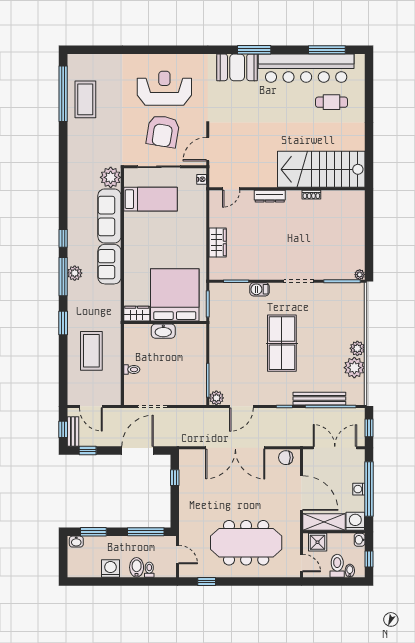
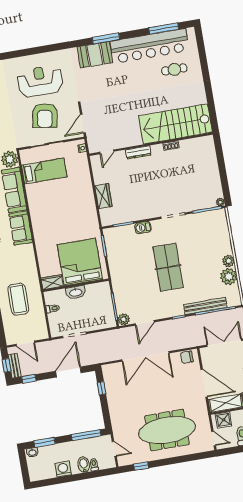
bed: (175, 295) -> (80, 262), moved
wardrobe: (137, 314) -> (52, 282), moved
wall: (165, 322) -> (76, 285), moved
washbasin: (163, 331) -> (76, 292), moved

